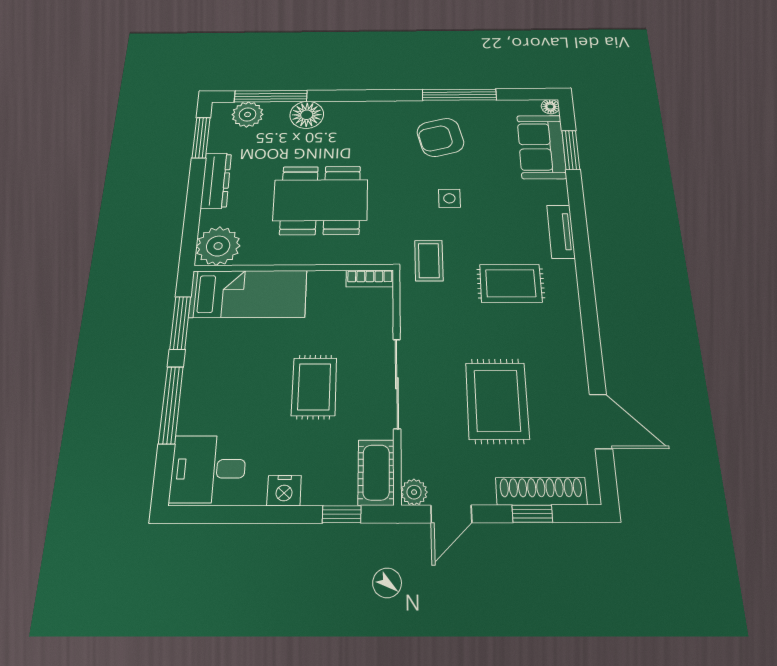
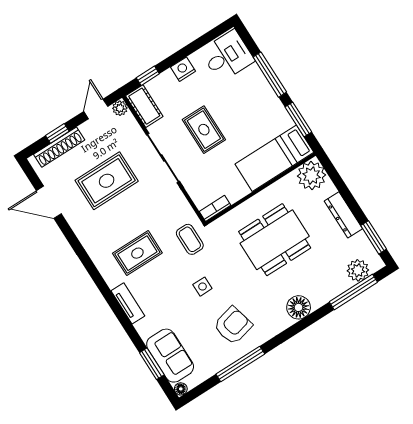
floor lamp: (307, 115) -> (299, 307), moved
rug: (497, 401) -> (107, 181), turned 90

